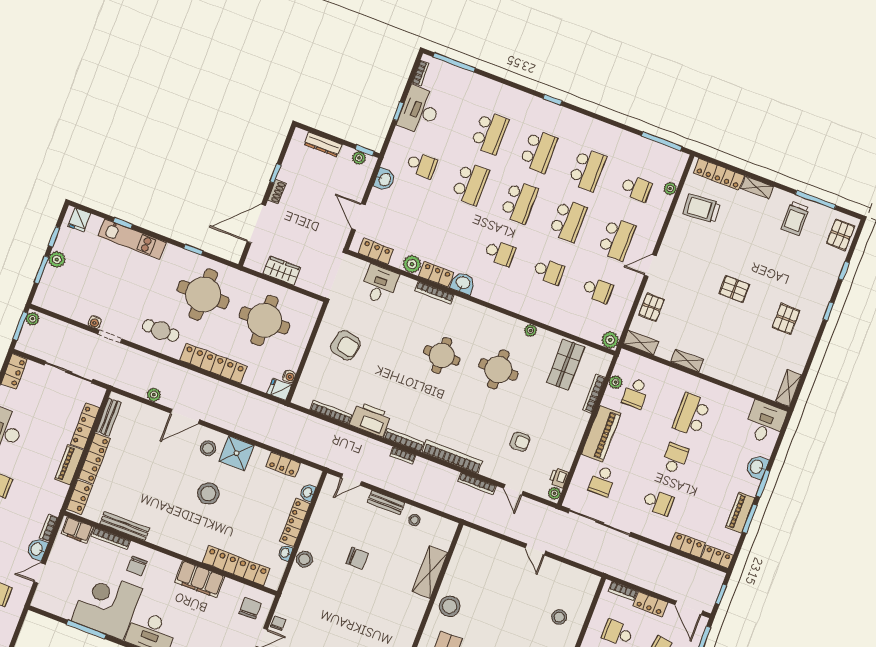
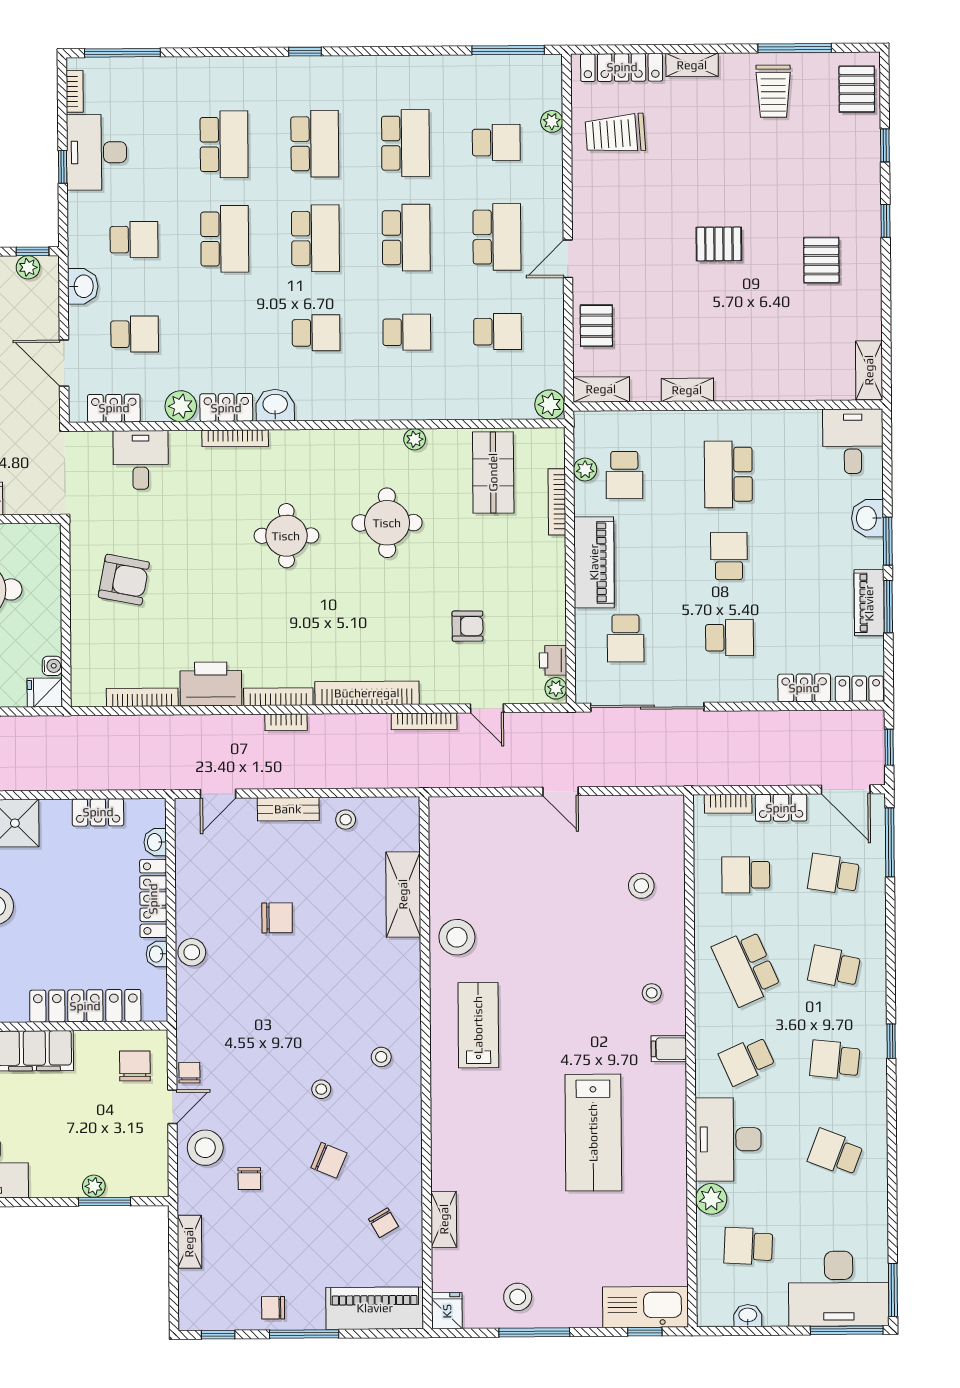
school desk: (402, 216) -> (135, 334), added

